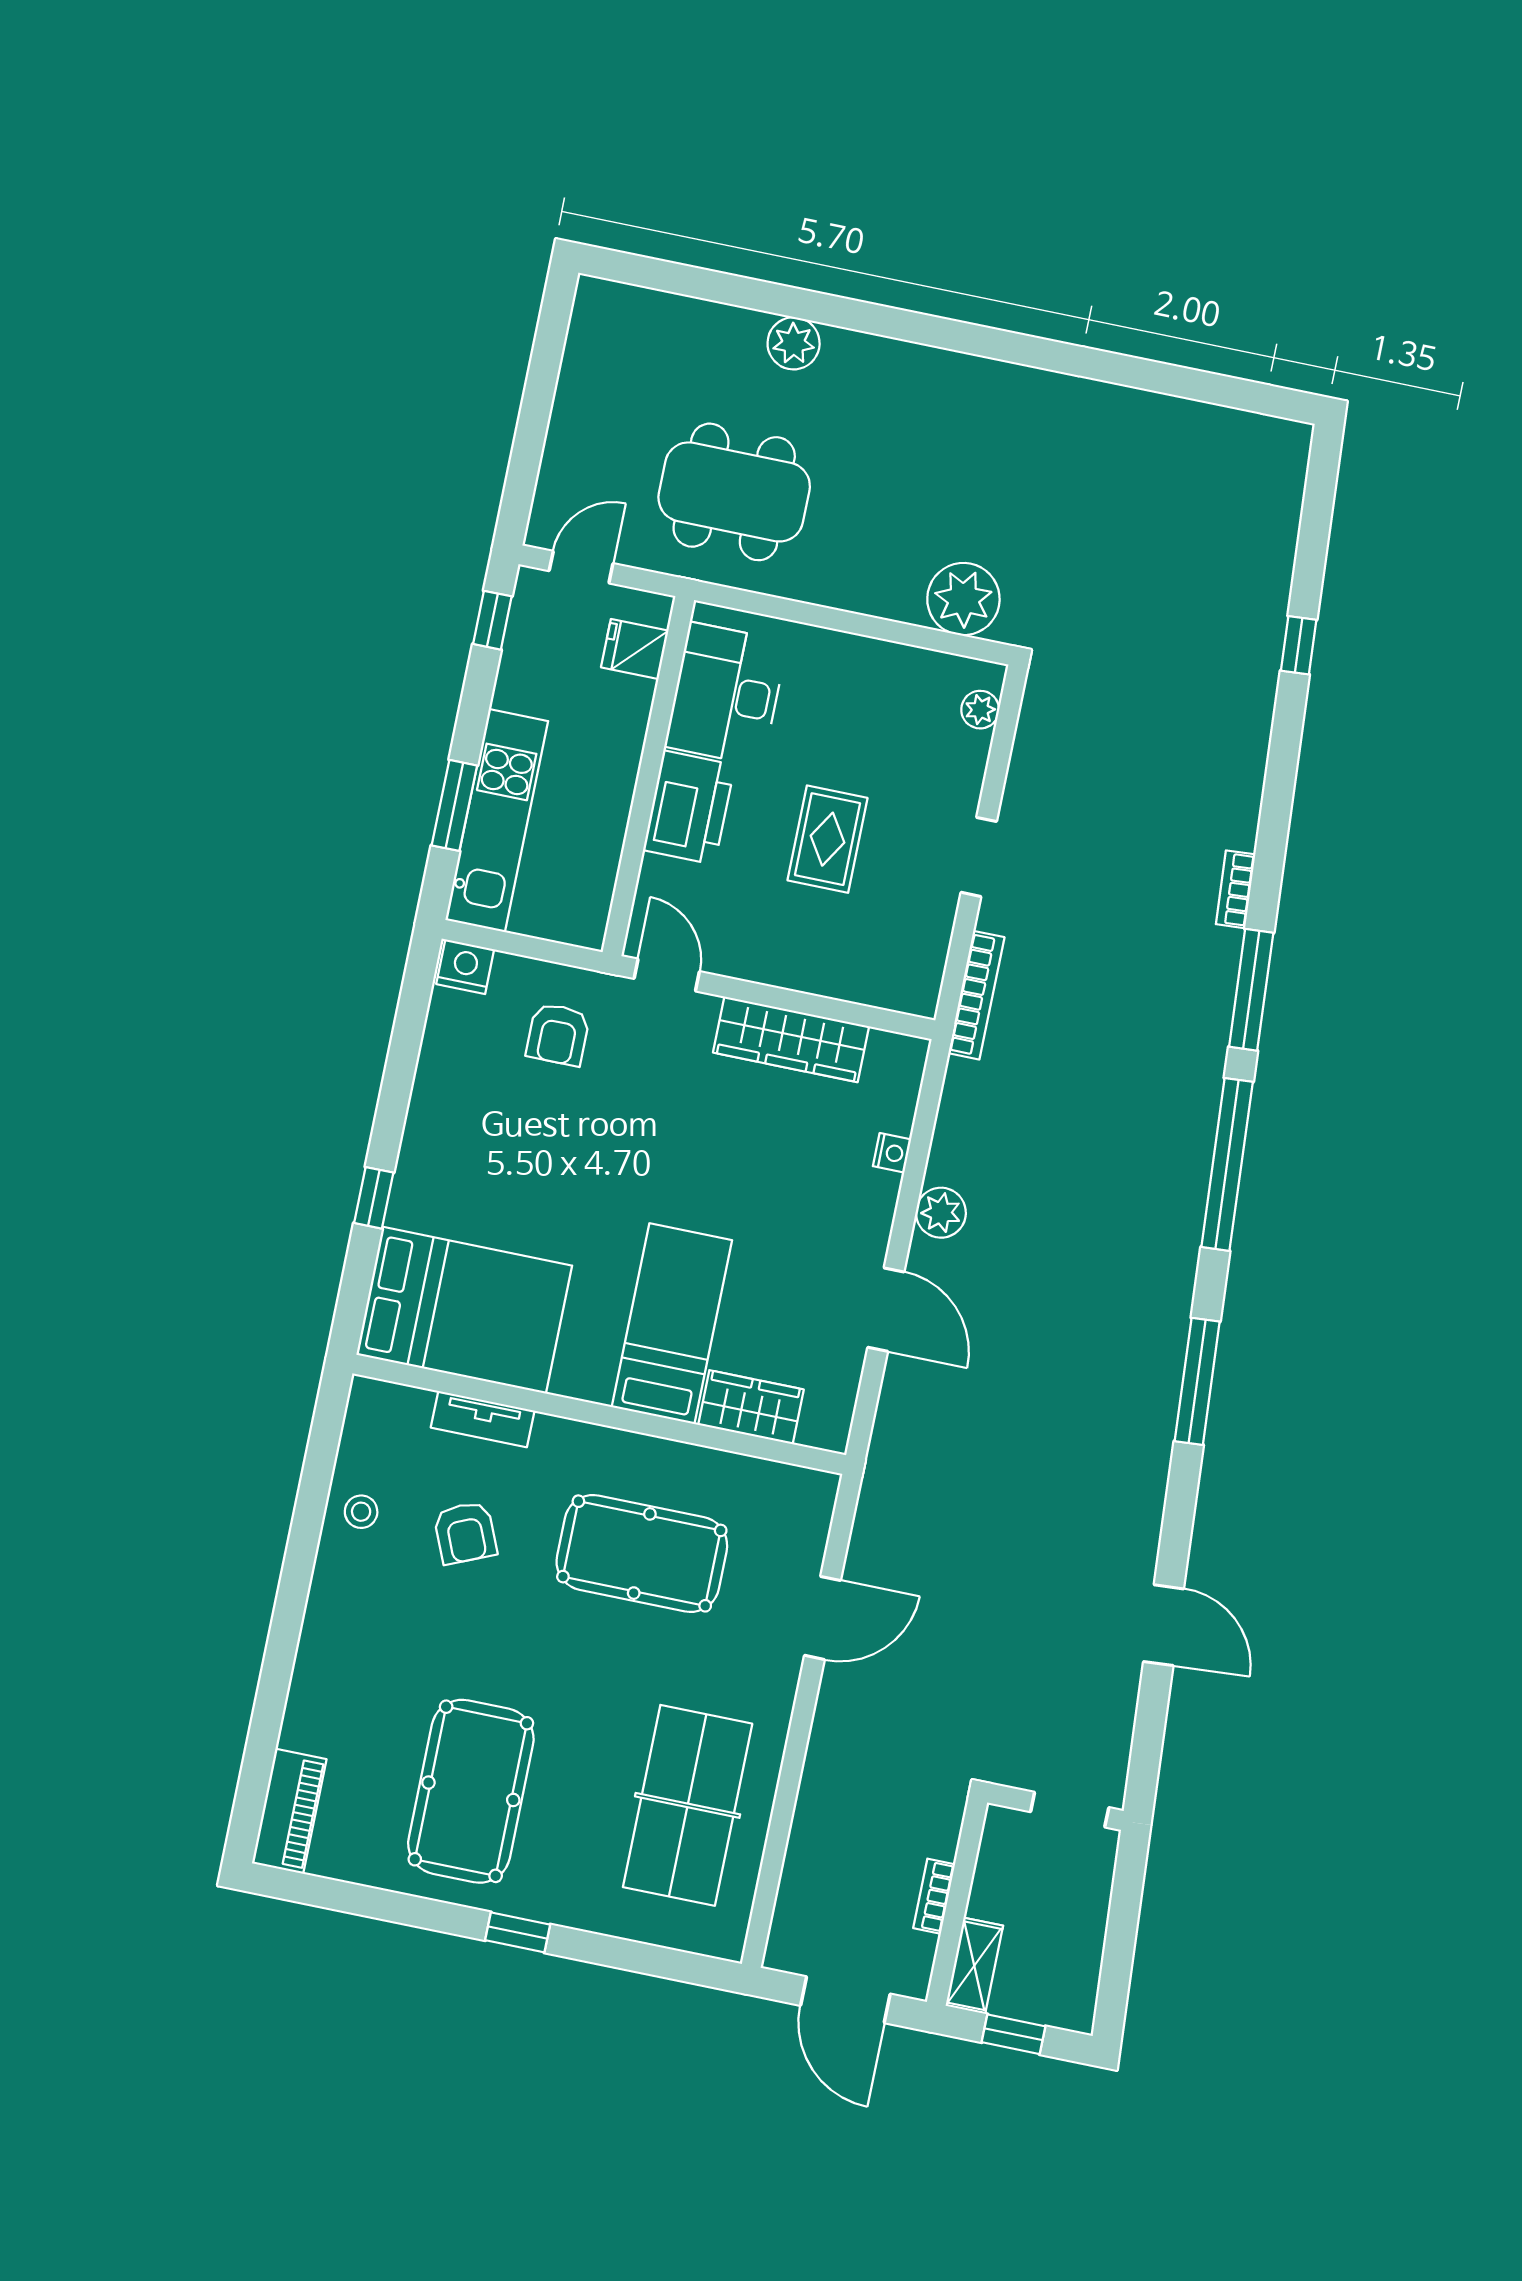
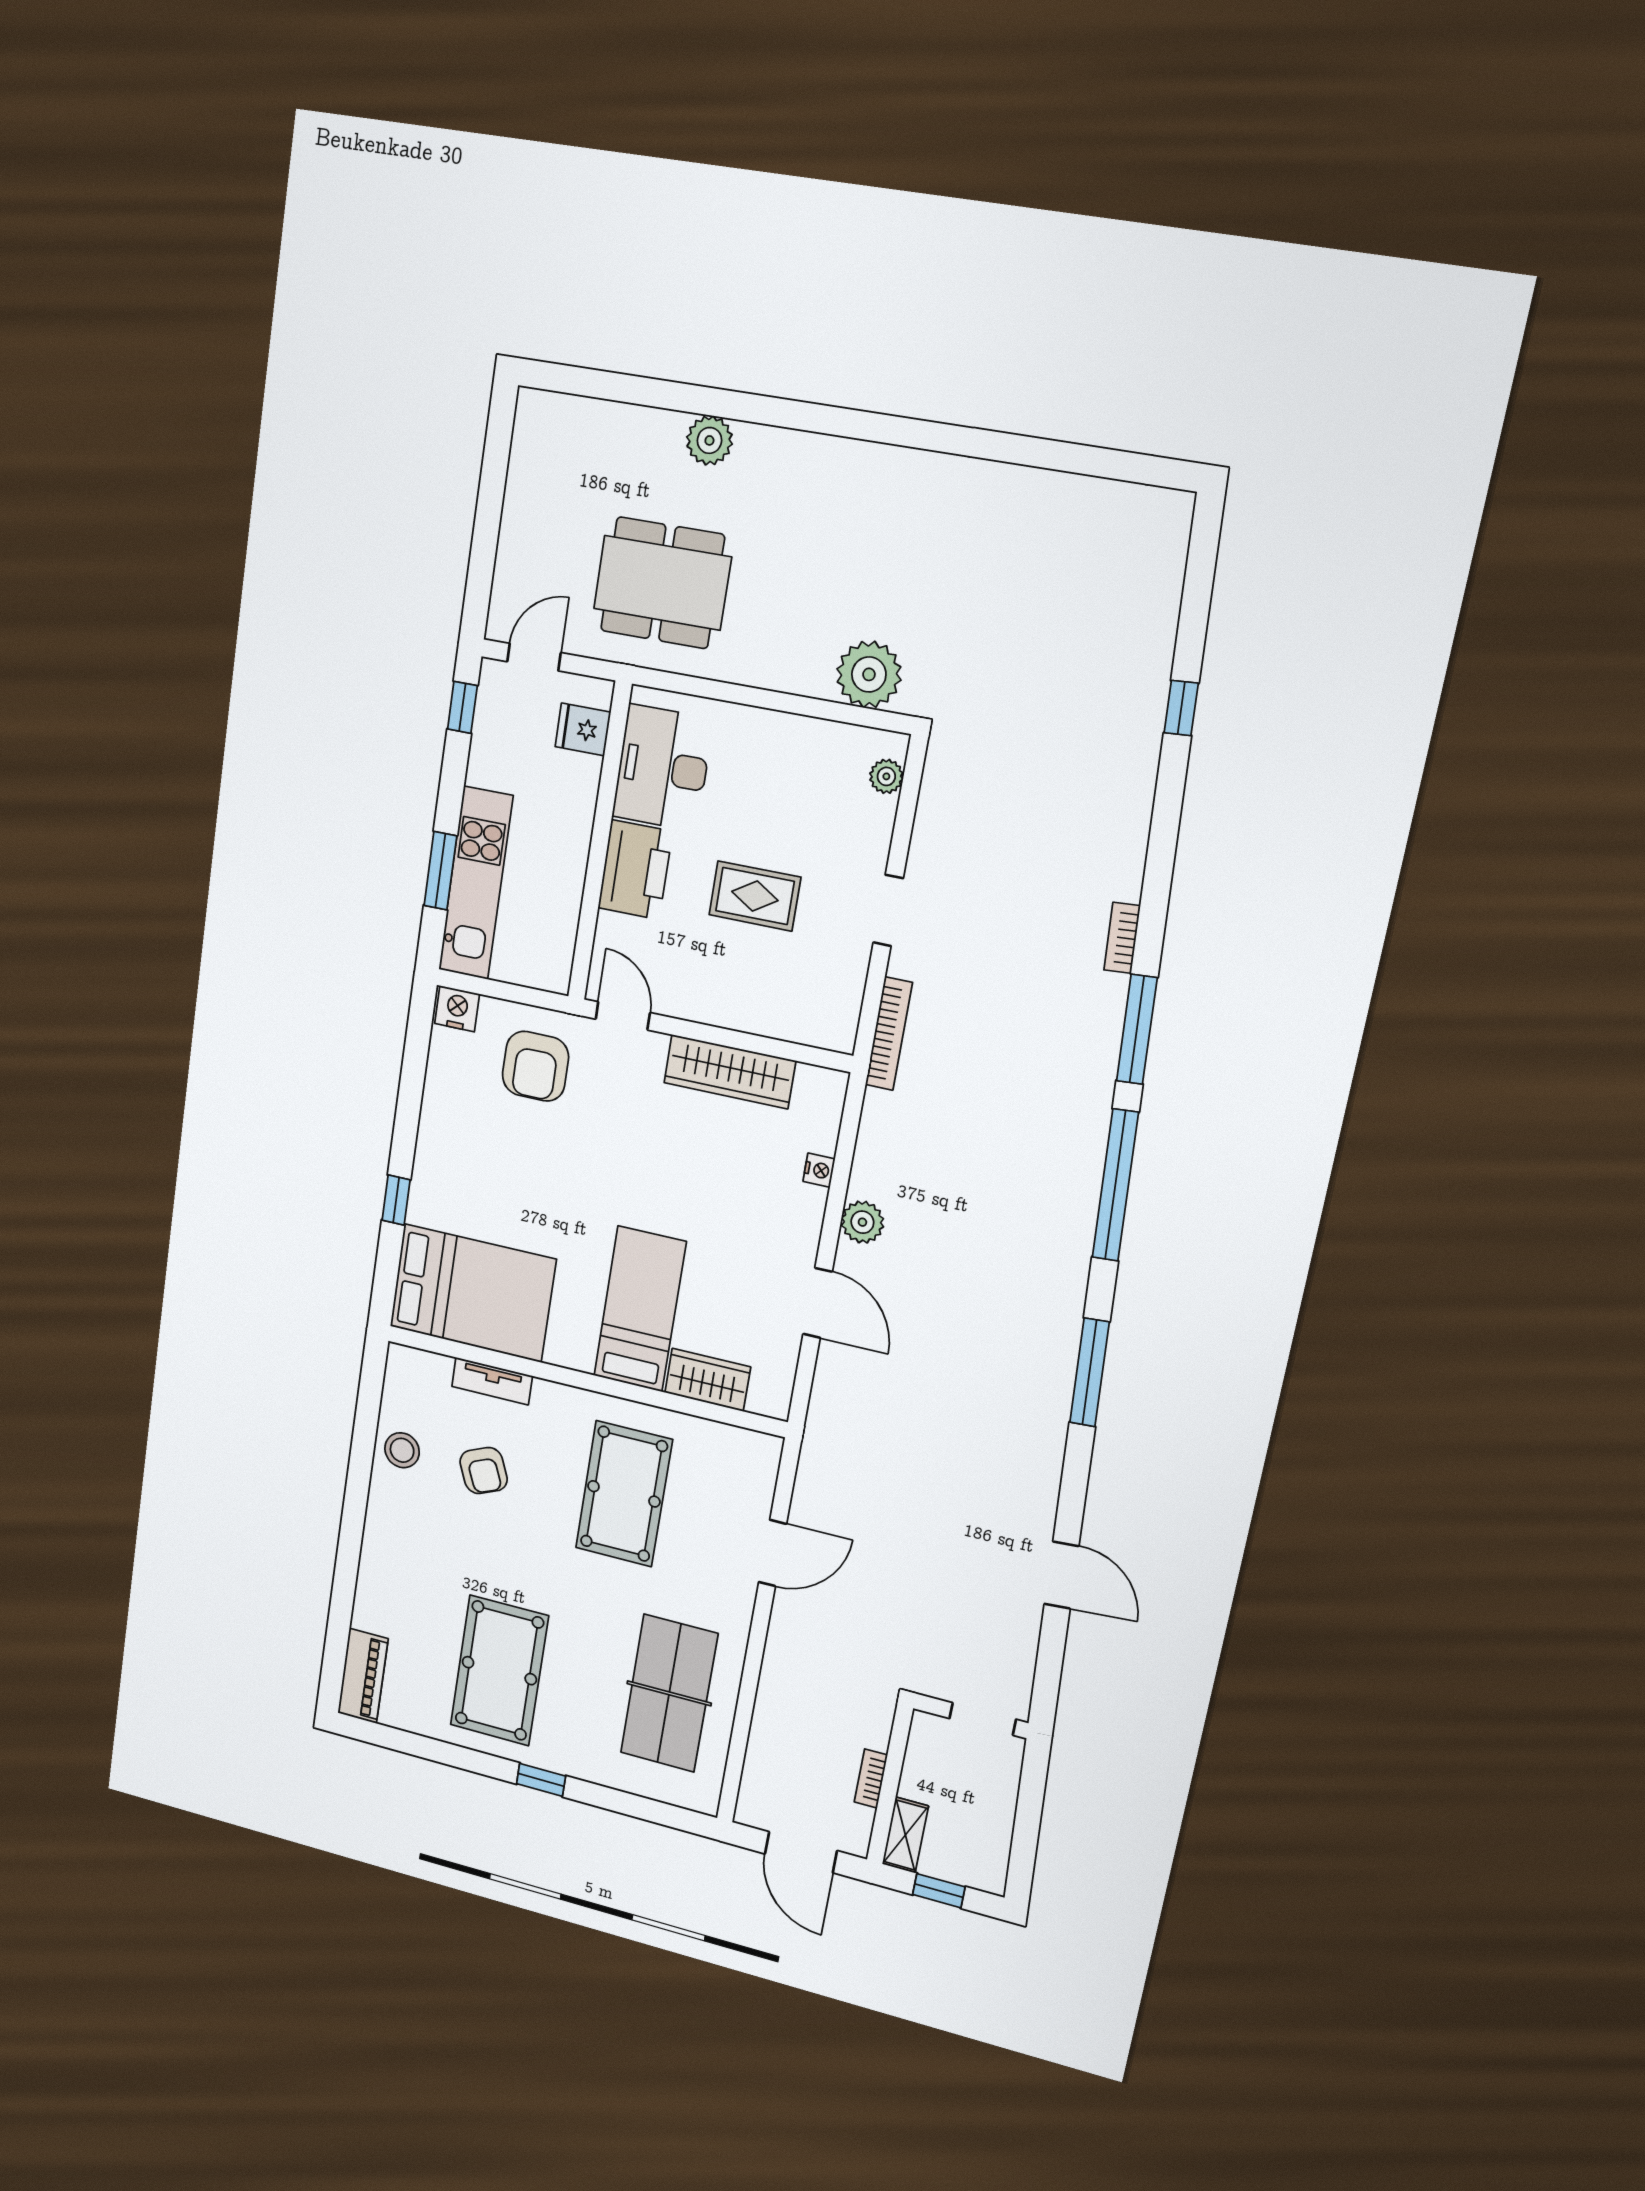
rug: (827, 839) -> (755, 896), turned 90
armchair: (558, 1034) -> (535, 1066), width x1.38, depth x1.38
stool: (361, 1512) -> (402, 1450), width x1.37, depth x1.37
pool table: (642, 1553) -> (624, 1494), turned 90

